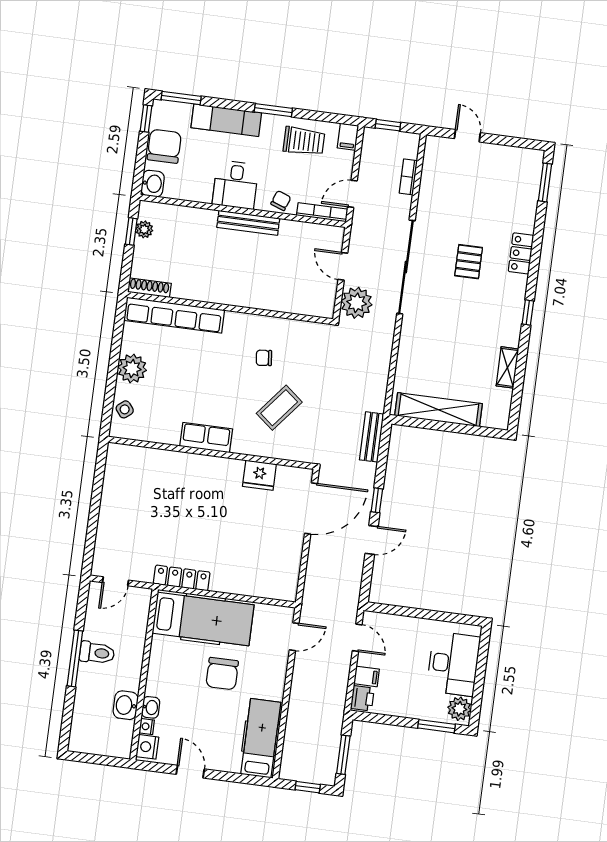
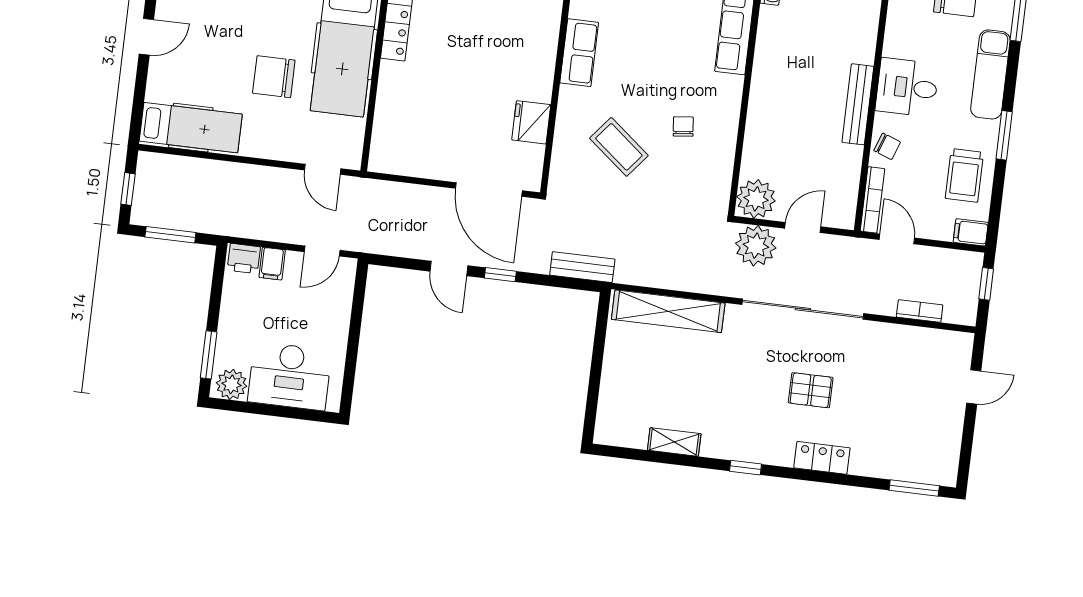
plant: (320, 302) -> (756, 199), added
shelving: (438, 410) -> (668, 311), moved, turned 90

